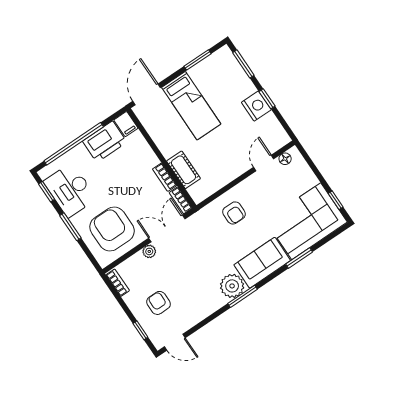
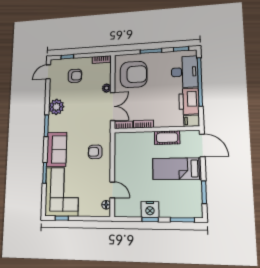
cot: (184, 170) -> (167, 138), moved
desk: (70, 190) -> (185, 72), moved, turned 90
plant: (232, 286) -> (56, 107), moved

